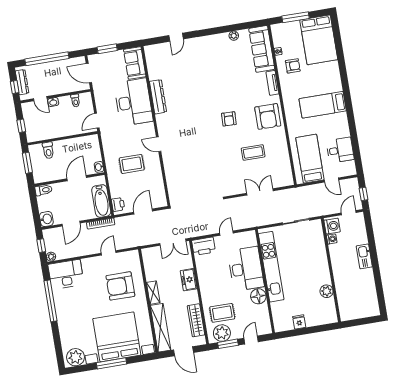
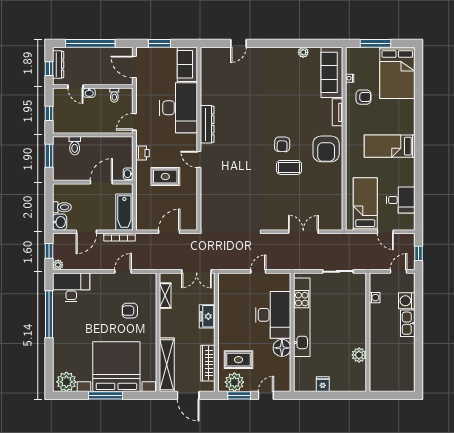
dresser: (158, 97) -> (207, 124), moved
coffee table: (253, 152) -> (289, 167), moved
toilet: (44, 190) -> (62, 207), moved
printer: (118, 204) -> (142, 153), moved
washing machine: (332, 226) -> (407, 301), moved, turned 180
printer: (204, 246) -> (230, 282), removed
armchair: (120, 286) -> (130, 311), width x0.53, depth x0.53
shelving: (153, 293) -> (165, 296), moved

